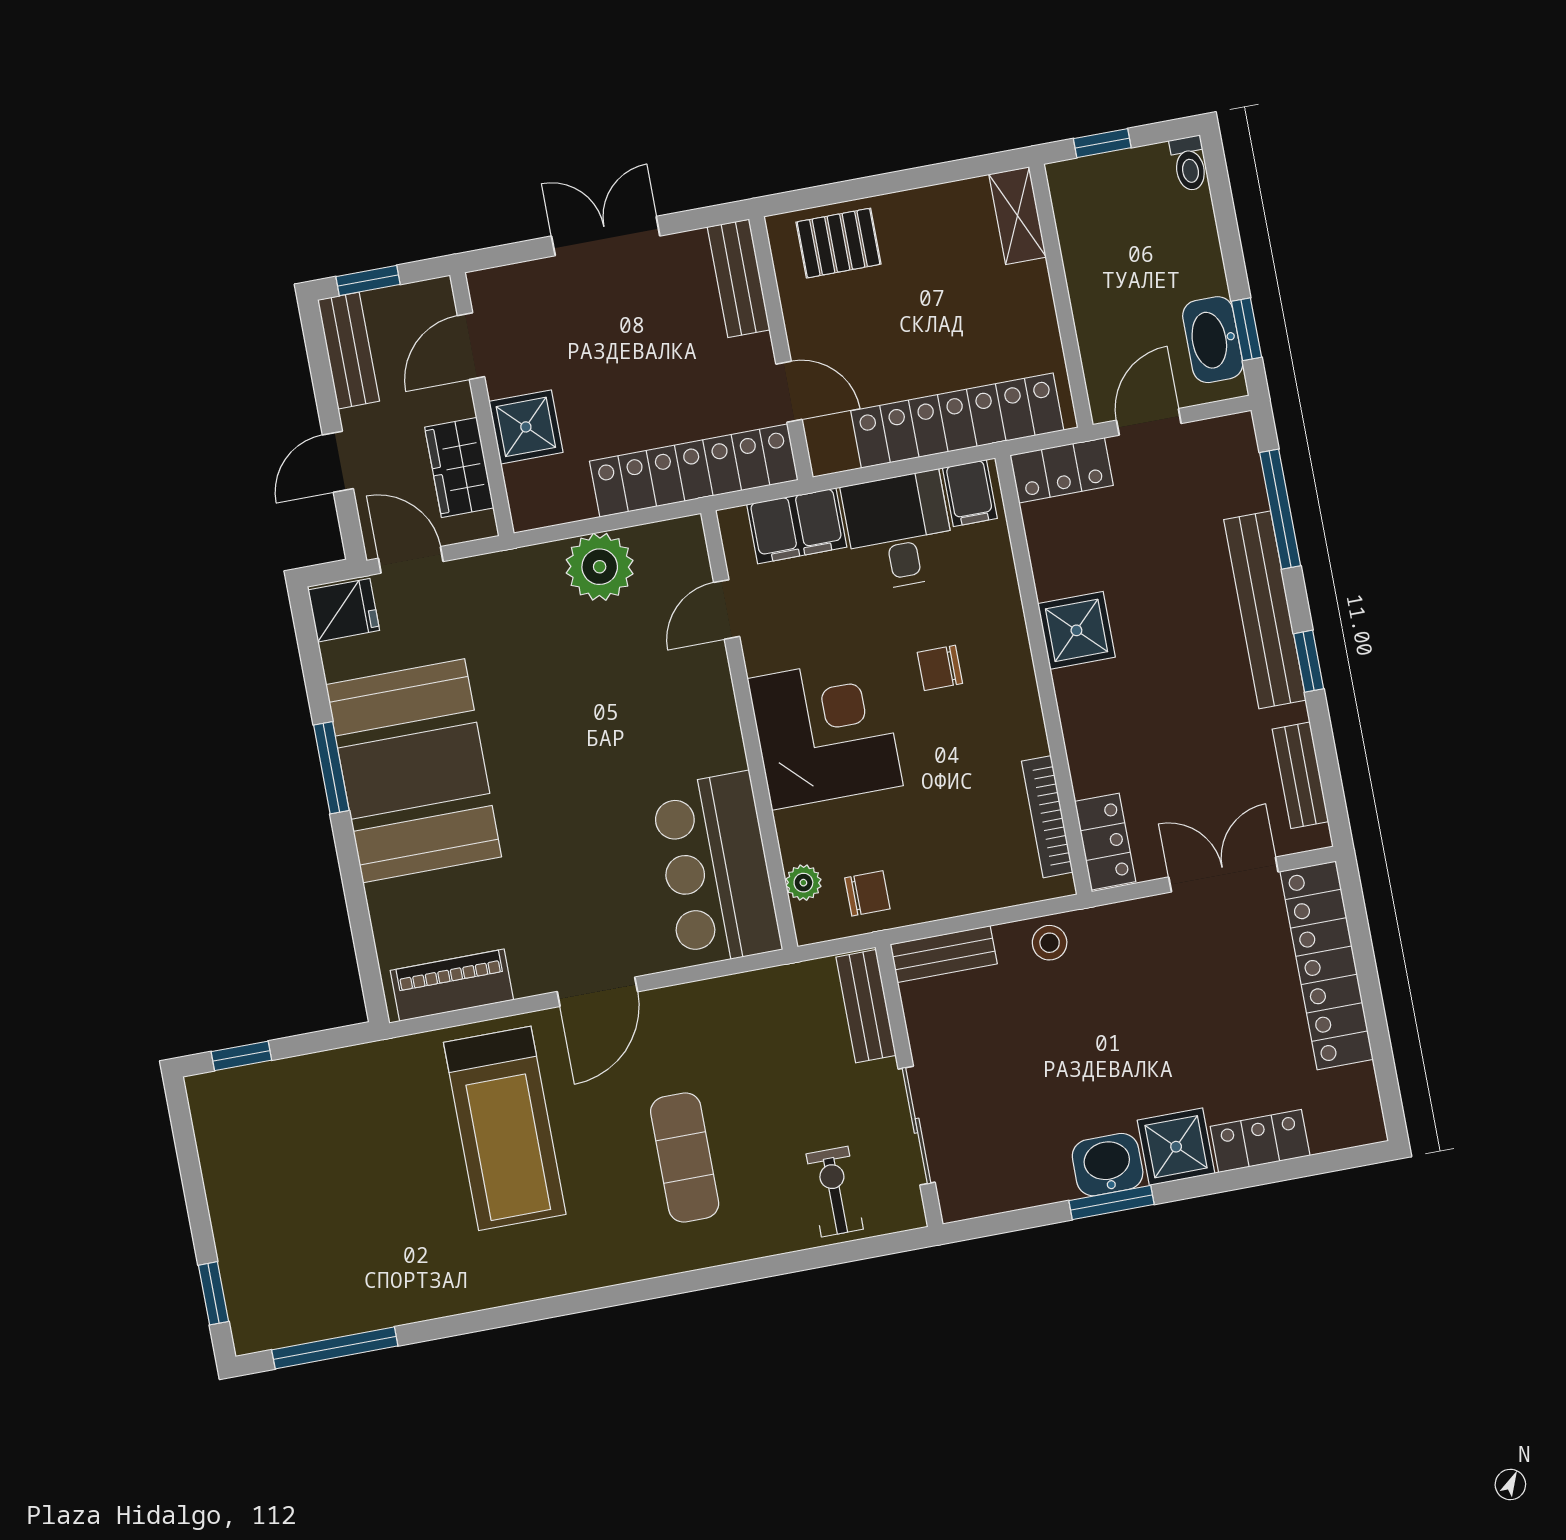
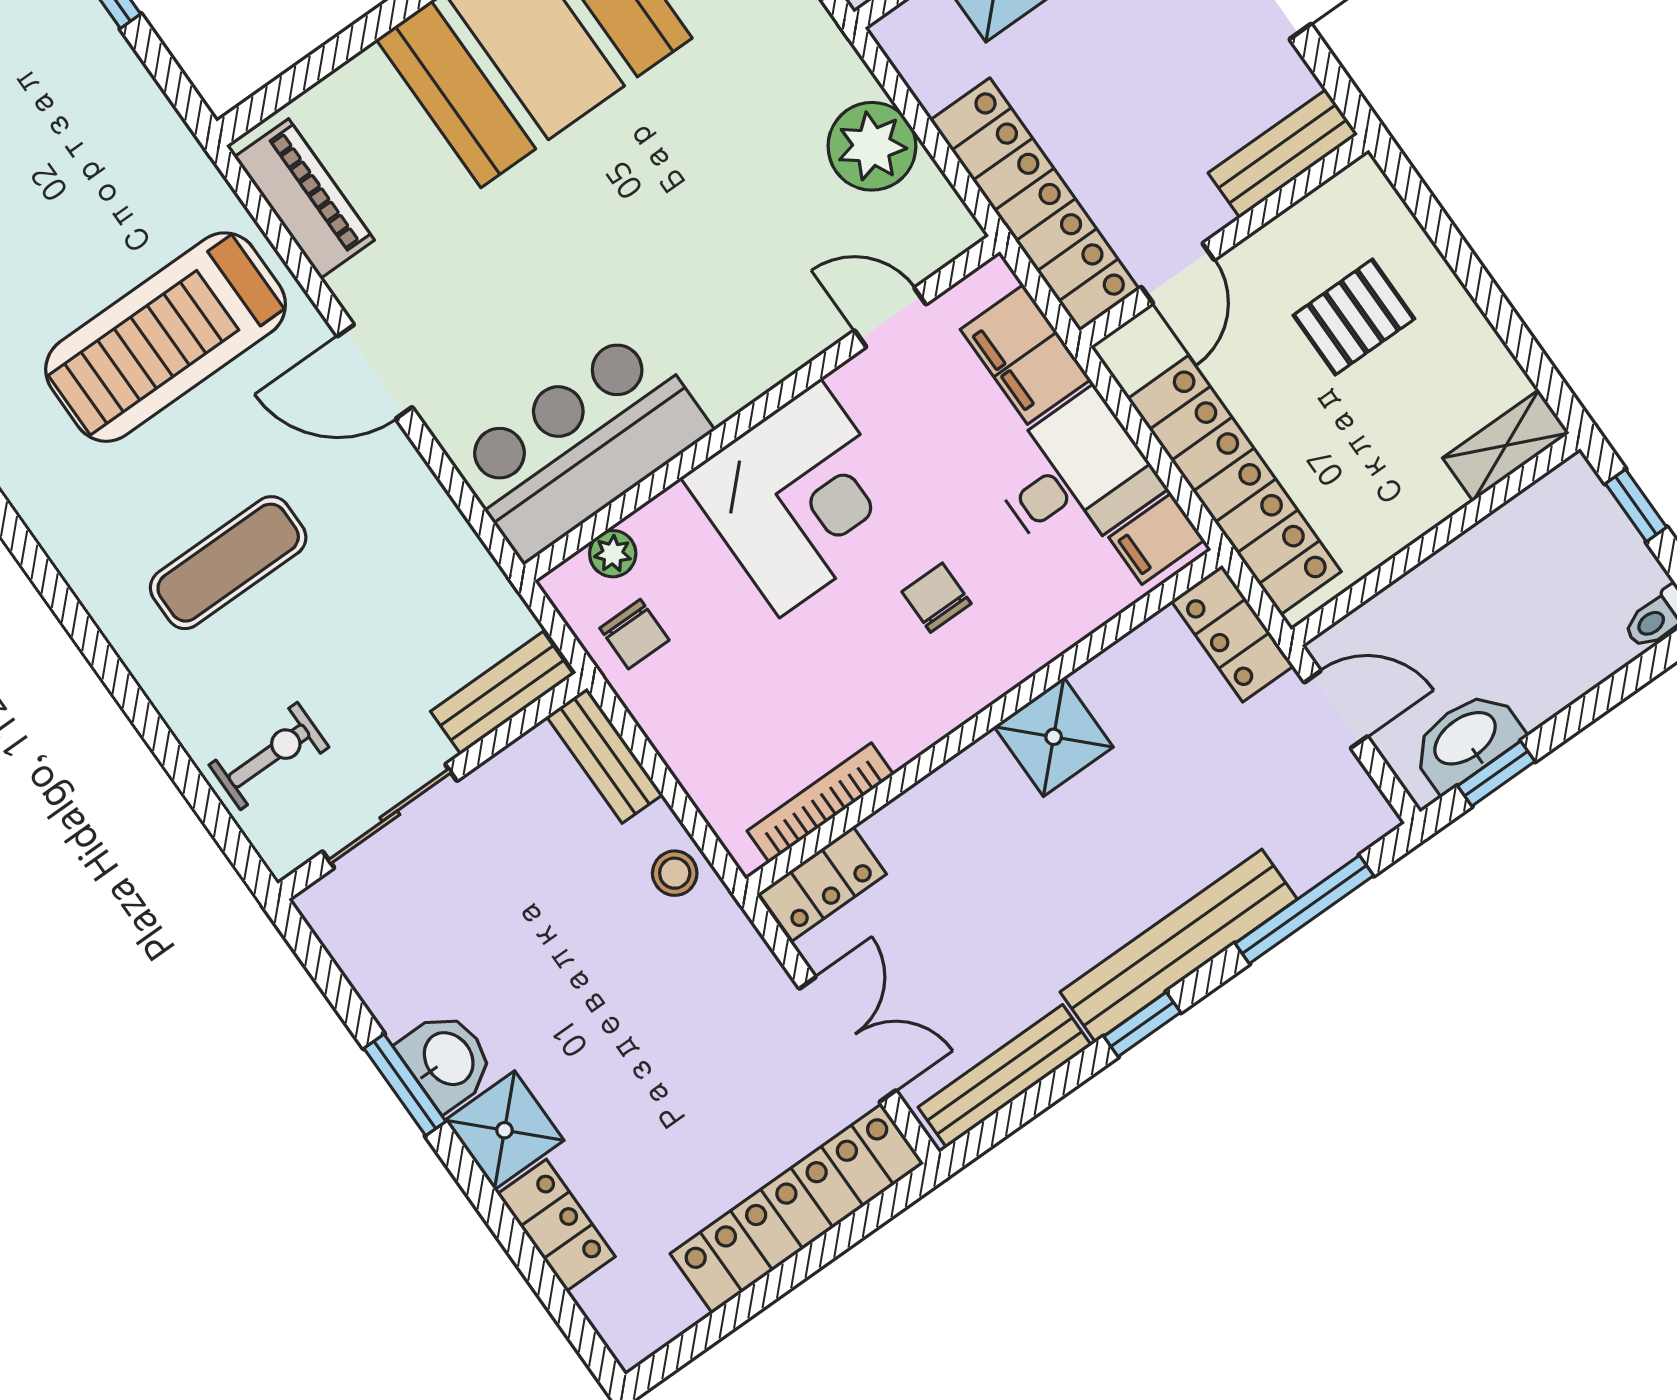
pallet: (839, 243) -> (1354, 317), moved, turned 90
bench: (1300, 775) -> (1005, 1076), width x1.36

